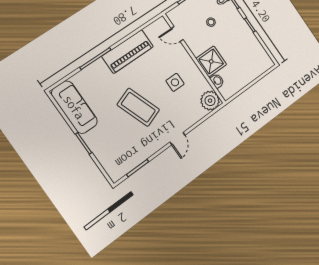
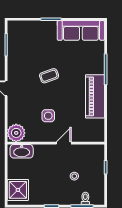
door: (177, 34) -> (64, 143), moved
shower: (211, 61) -> (18, 190), moved
washbasin: (217, 81) -> (22, 151), width x1.91, depth x1.45
coffee table: (138, 107) -> (49, 76), width x0.54, depth x0.58

